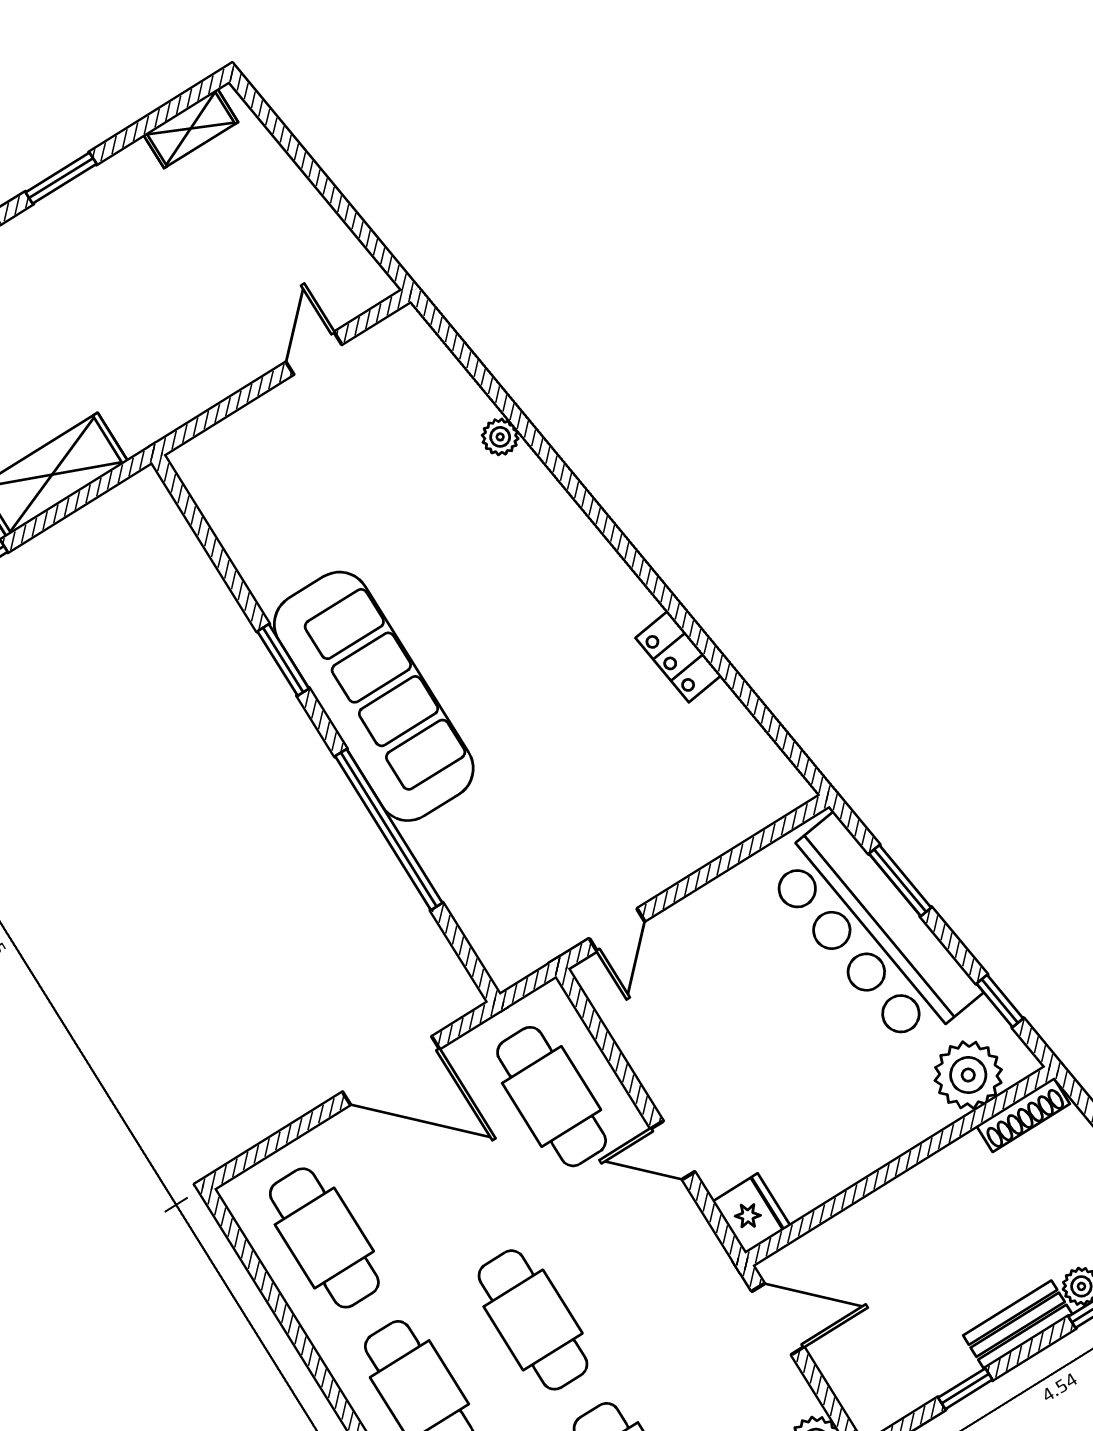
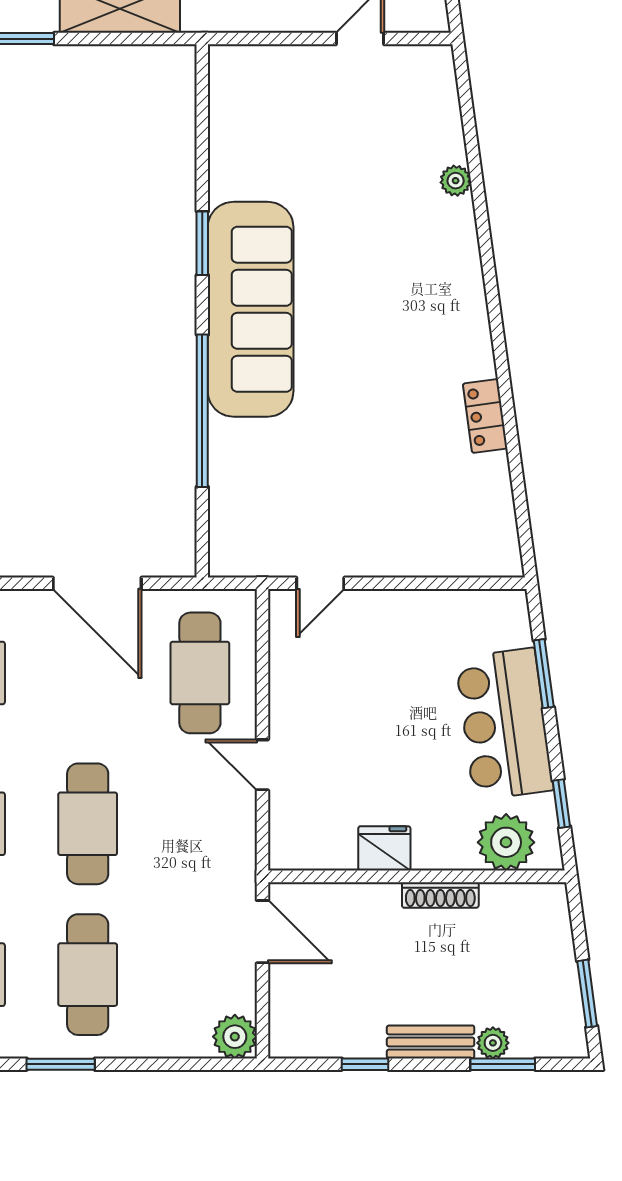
bar counter: (872, 932) -> (504, 724), width x0.73
shoe rack: (1023, 1115) -> (440, 895), moved
fridge: (751, 1214) -> (384, 848), moved, turned -90

